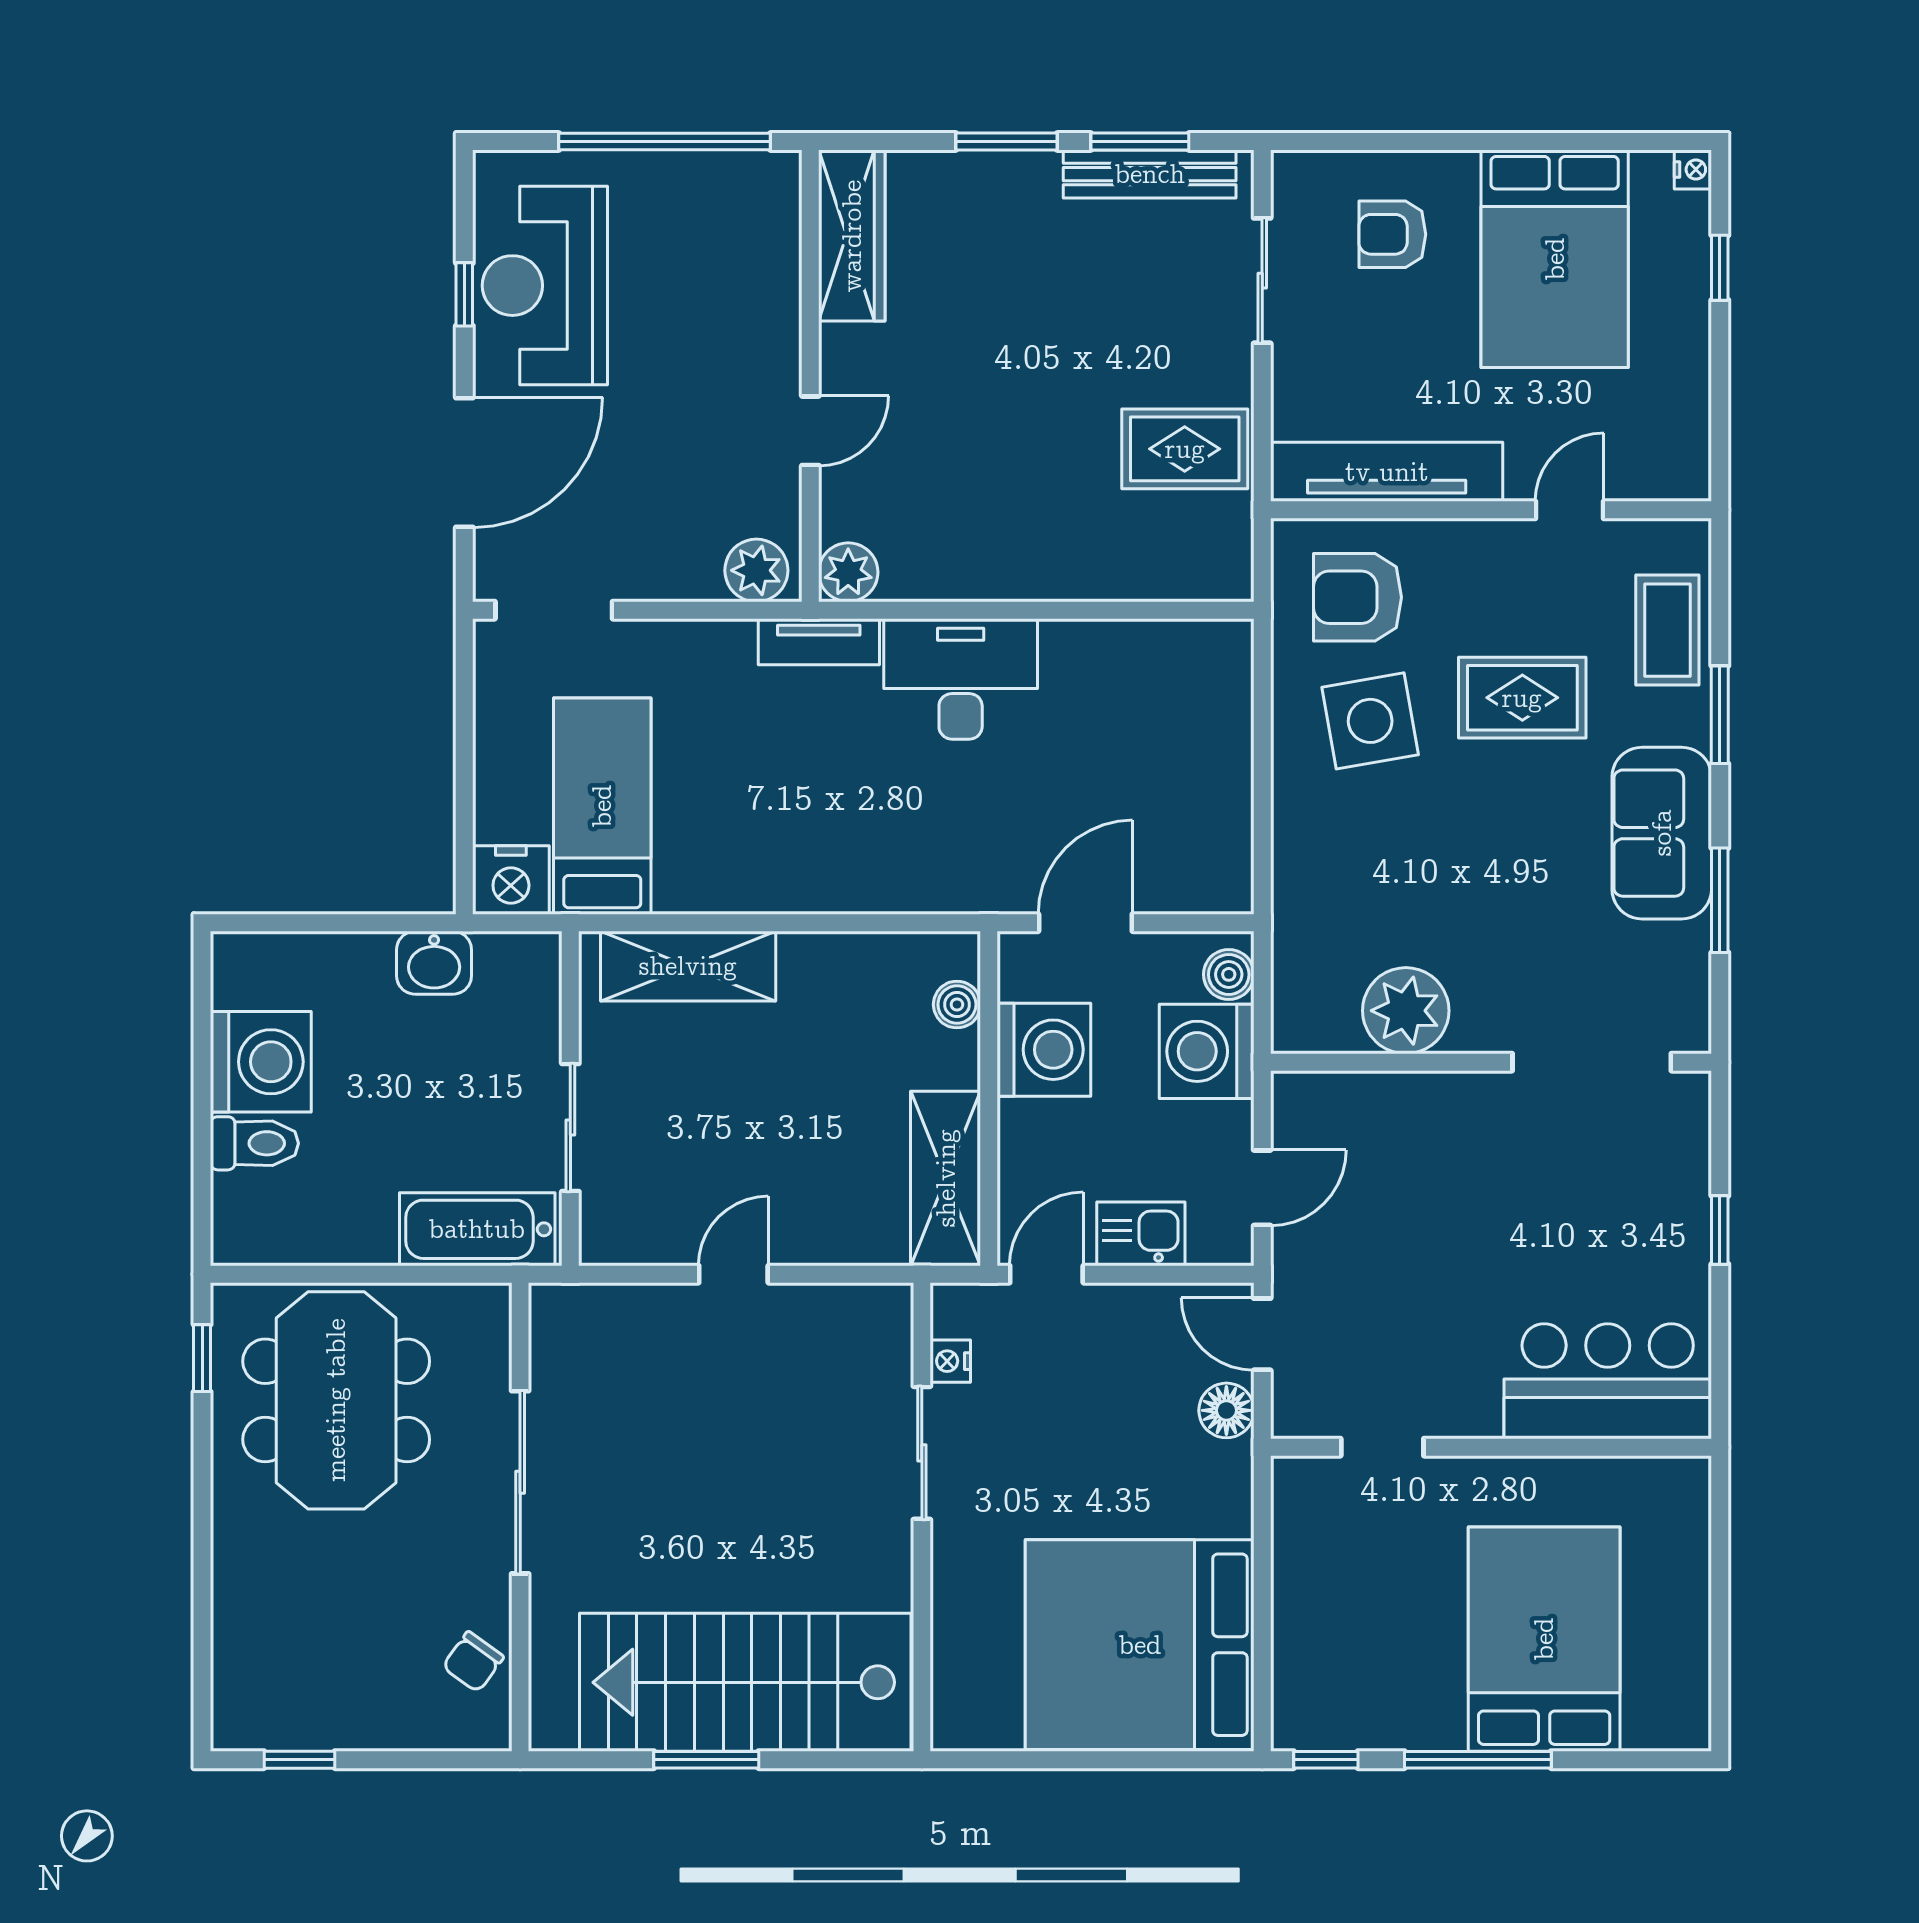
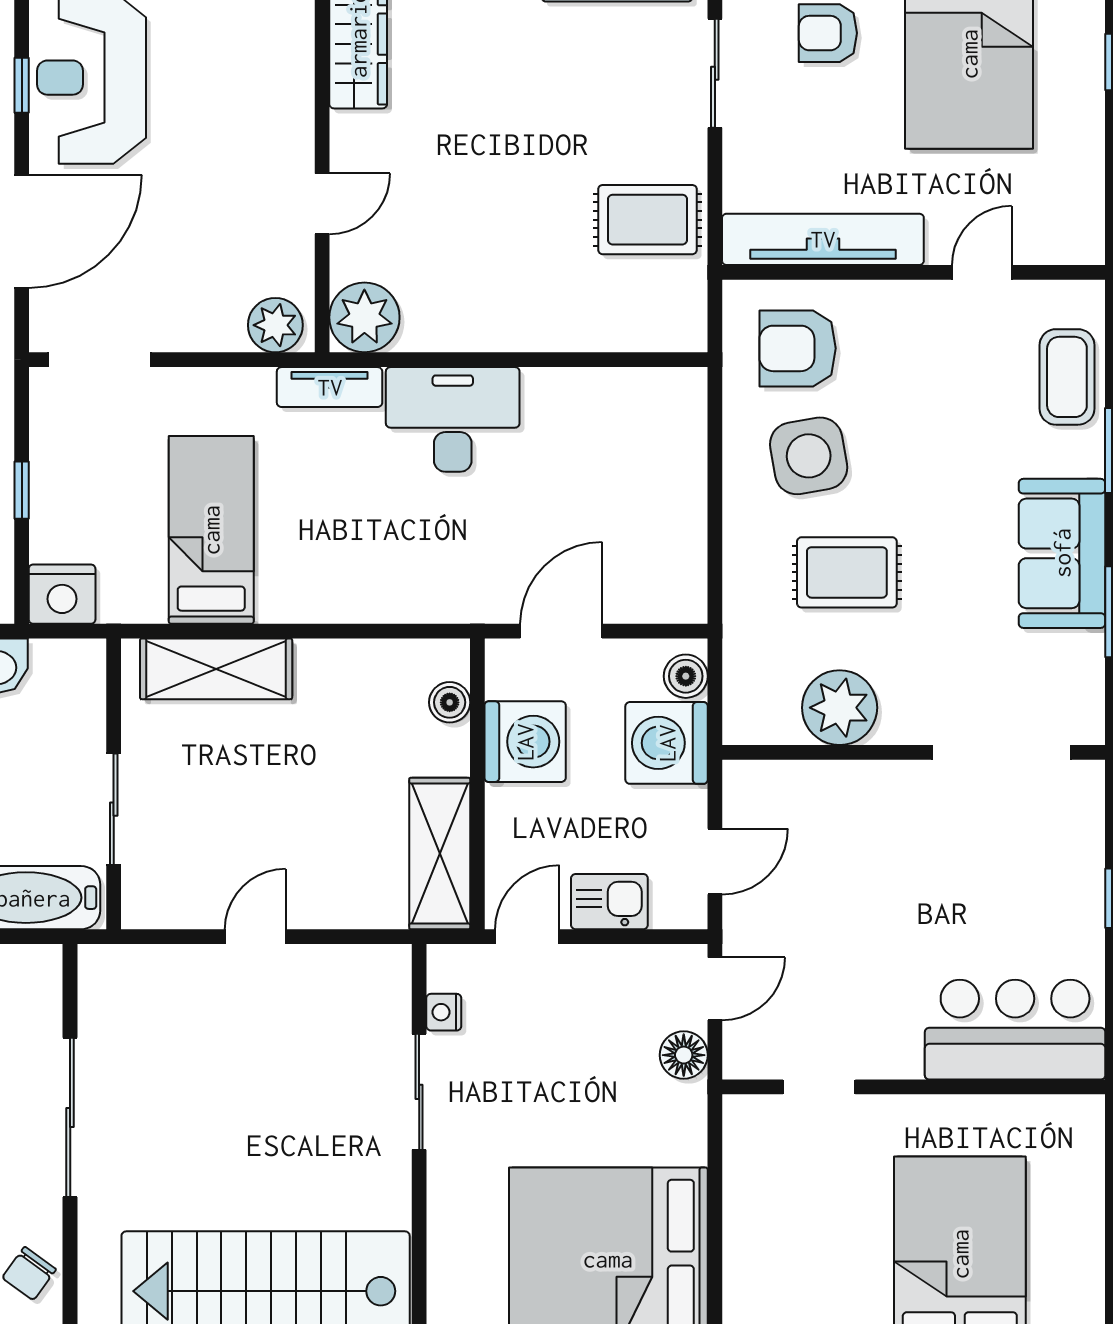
plant: (848, 572) -> (364, 317), width x1.36, depth x1.36
rug: (1522, 698) -> (847, 572), moved
window: (464, 760) -> (22, 490), added
bed: (602, 806) -> (211, 530), moved
door: (1262, 1334) -> (715, 989), swing flipped

